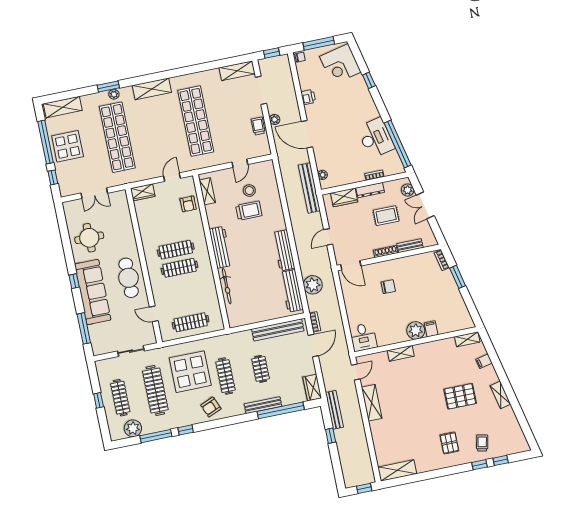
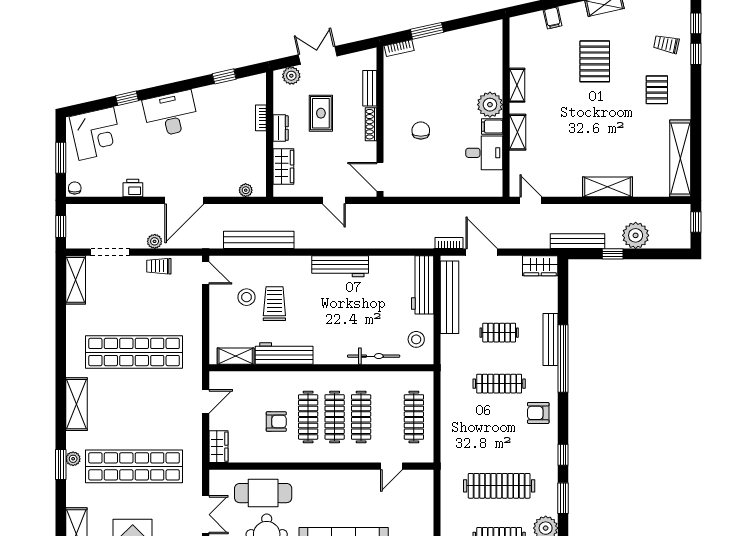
window: (319, 43) -> (61, 158), width x0.69
desk: (376, 138) -> (171, 114), moved
window: (398, 144) -> (224, 76), width x0.32
door: (240, 163) -> (206, 273), moved
door: (172, 177) -> (206, 401), swing flipped
bench: (309, 188) -> (259, 240), moved
dresser: (370, 190) -> (281, 128), width x0.70
armchair: (188, 204) -> (276, 422), moved
double door: (425, 205) -> (318, 55), swing flipped
workbench: (221, 247) -> (284, 354), moved
door: (351, 265) -> (380, 177), swing flipped
cafe table: (129, 278) -> (263, 493), moved
plant: (313, 285) -> (636, 235), moved
clothes rail: (183, 286) -> (361, 417), added
workbench: (292, 291) -> (423, 285), moved, turned 90
stool: (244, 313) -> (416, 339), added
filing cabinet: (431, 329) -> (492, 127), moved
desk: (363, 337) -> (484, 153), moved
shelving: (467, 339) -> (517, 85), moved
sliding door: (131, 351) -> (437, 509), removed
display table: (190, 372) -> (483, 432), removed
shelving: (372, 403) -> (607, 187), moved
armchair: (211, 407) -> (538, 413), turned 113
window: (281, 410) -> (563, 359), moved
window: (156, 436) -> (563, 498), width x0.69
pallet: (449, 443) -> (657, 90), turned 90
shelving: (397, 470) -> (680, 158), width x1.47

